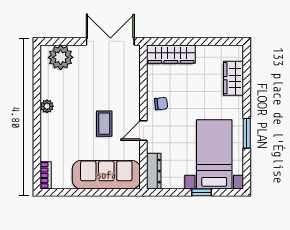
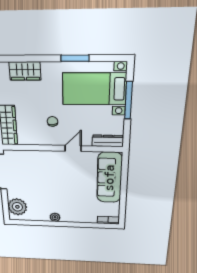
chair: (161, 104) -> (53, 121), moved
coffee table: (104, 124) -> (68, 178), removed
door: (143, 131) -> (73, 148), swing flipped
window: (201, 192) -> (128, 100), width x2.17

